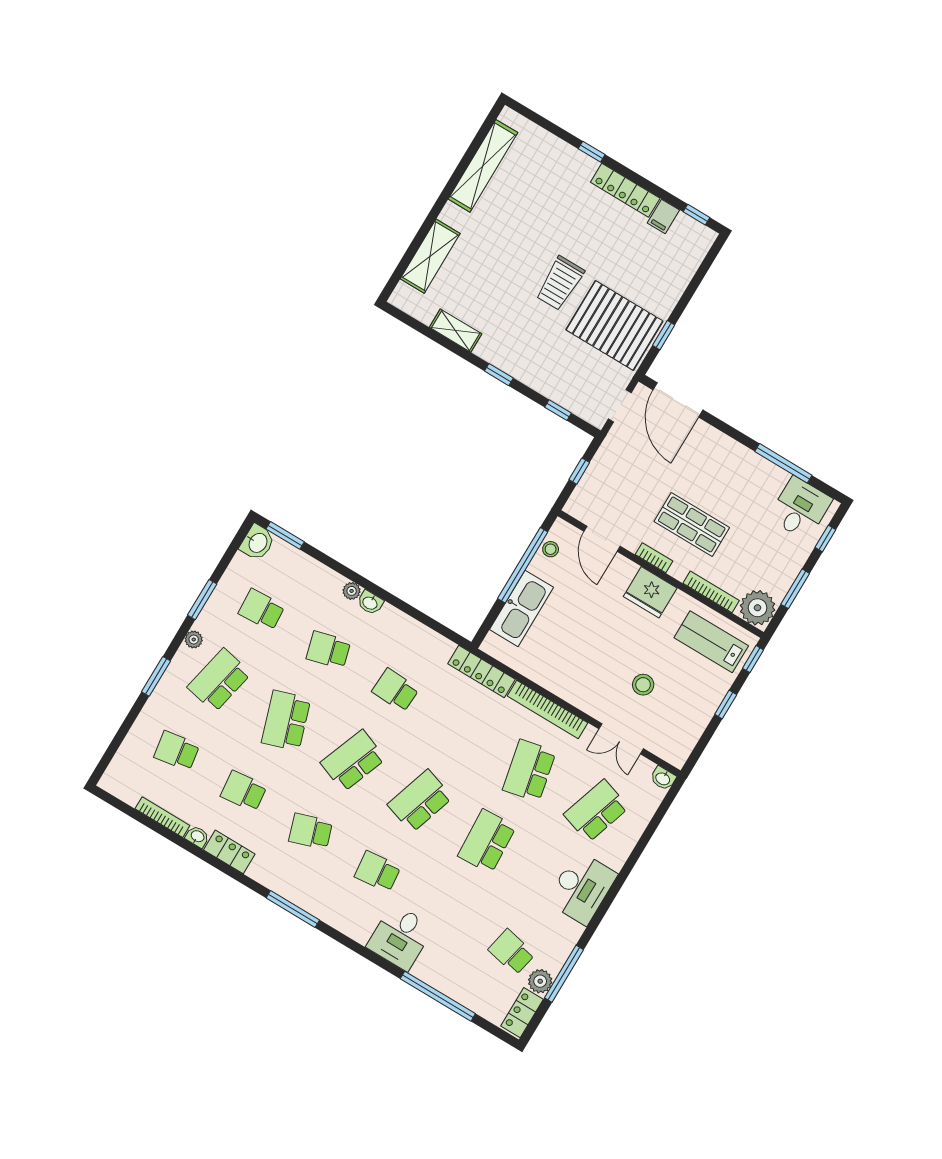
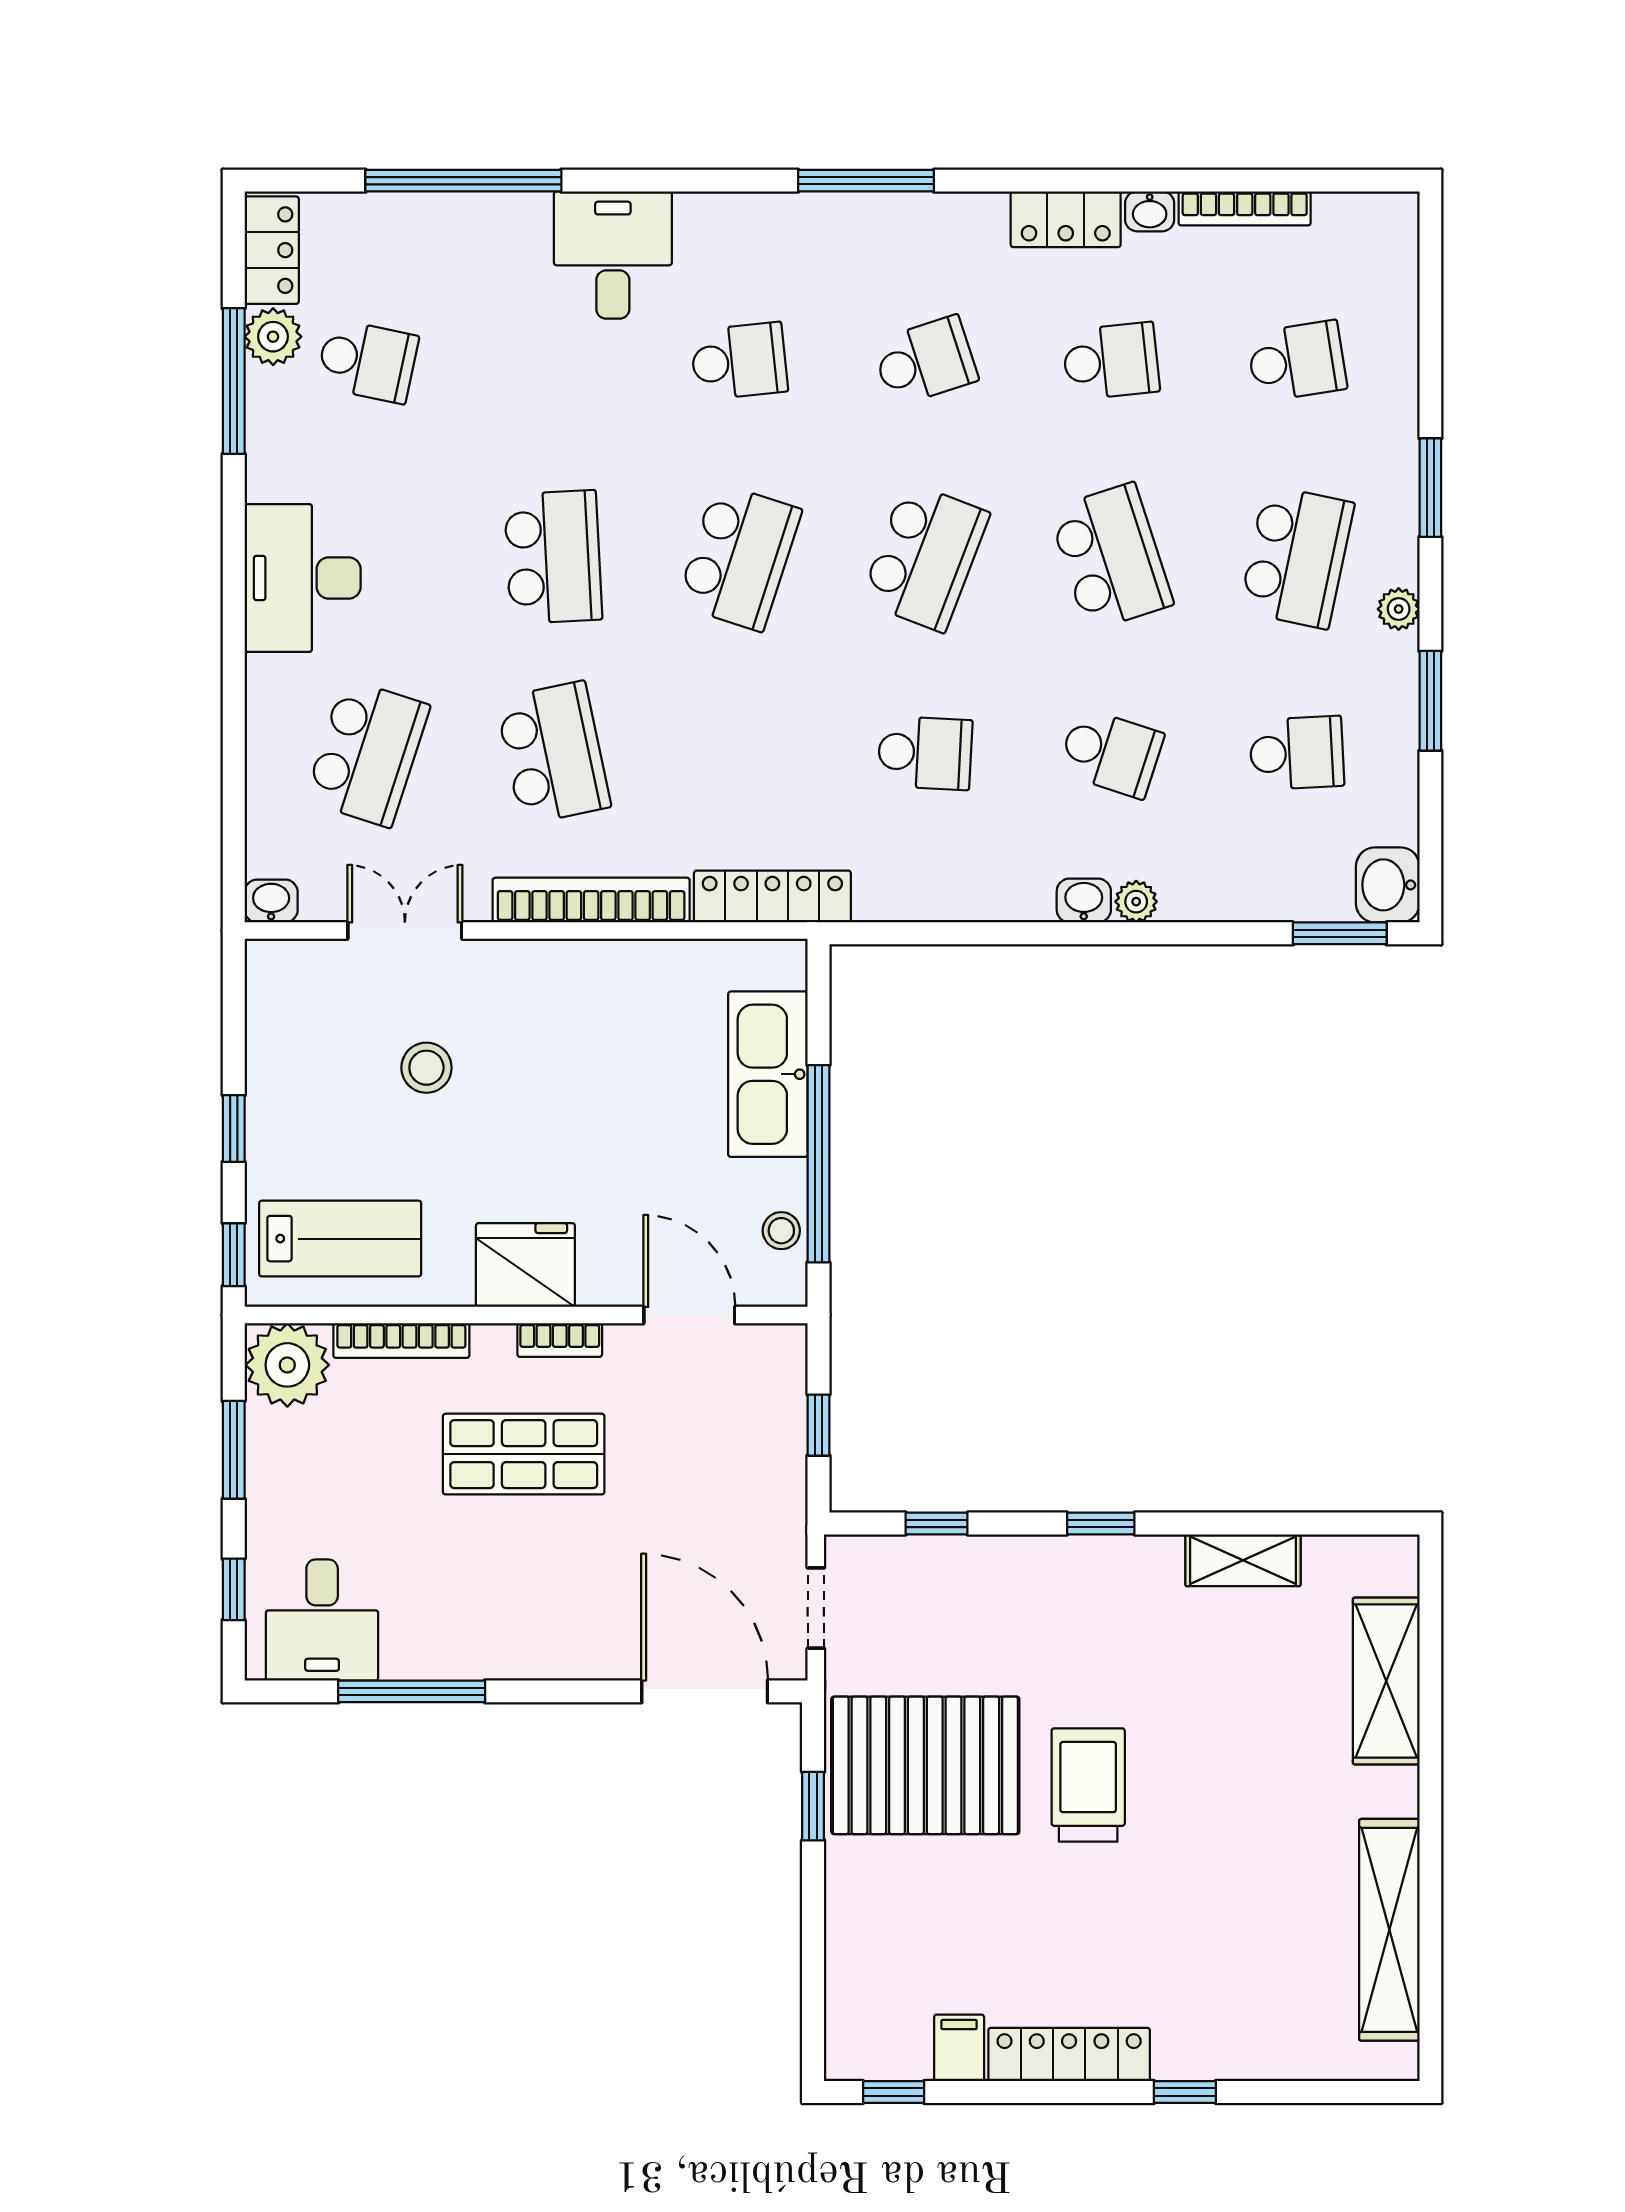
school desk: (328, 650) -> (1111, 753), turned 33

